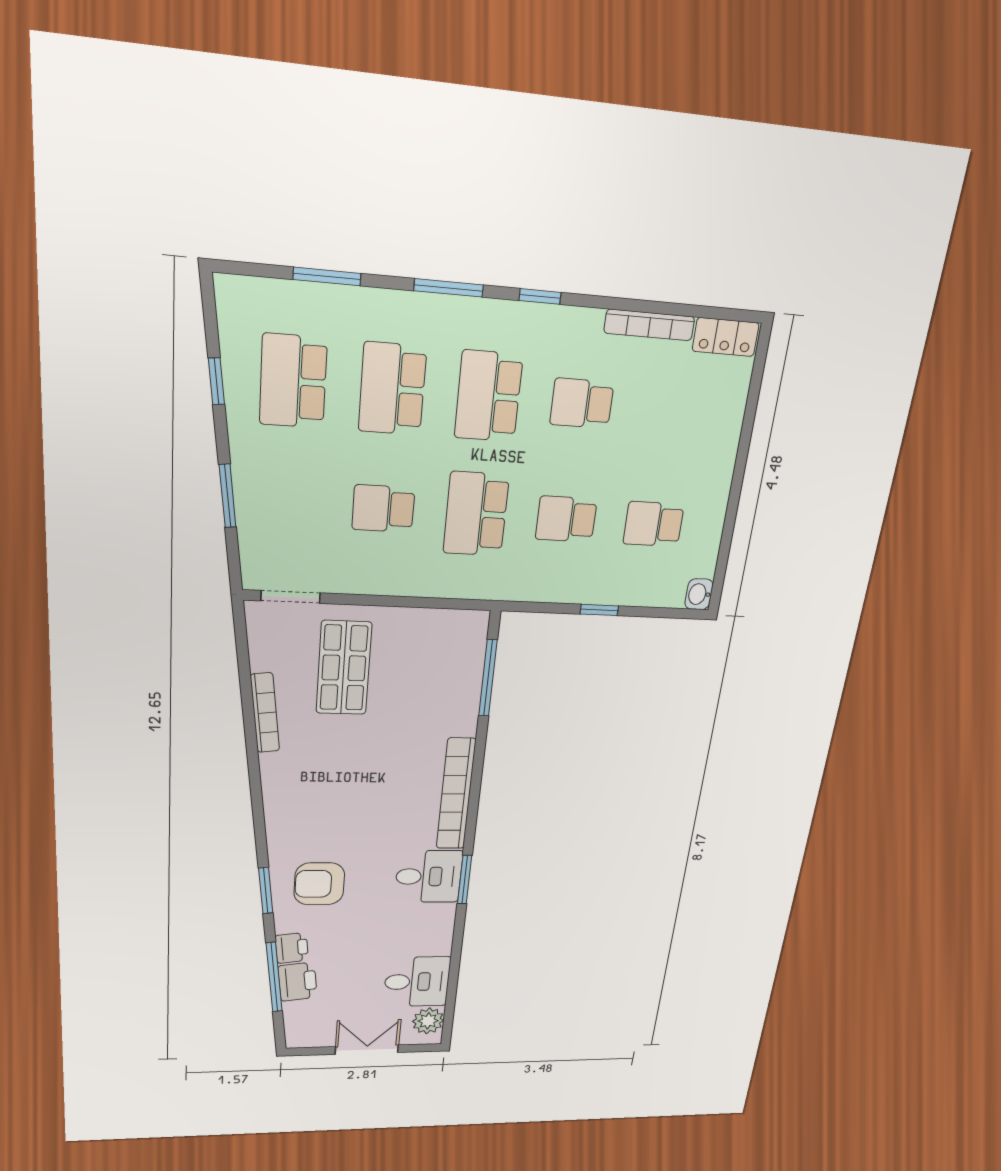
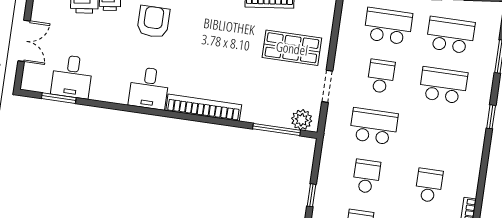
window: (449, 288) -> (491, 117), width x0.67
window: (540, 296) -> (484, 164), removed
school desk: (489, 396) -> (388, 26), moved
doorway: (291, 597) -> (327, 86), moved
window: (465, 880) -> (59, 98), moved
plant: (428, 1021) -> (302, 120), moved

